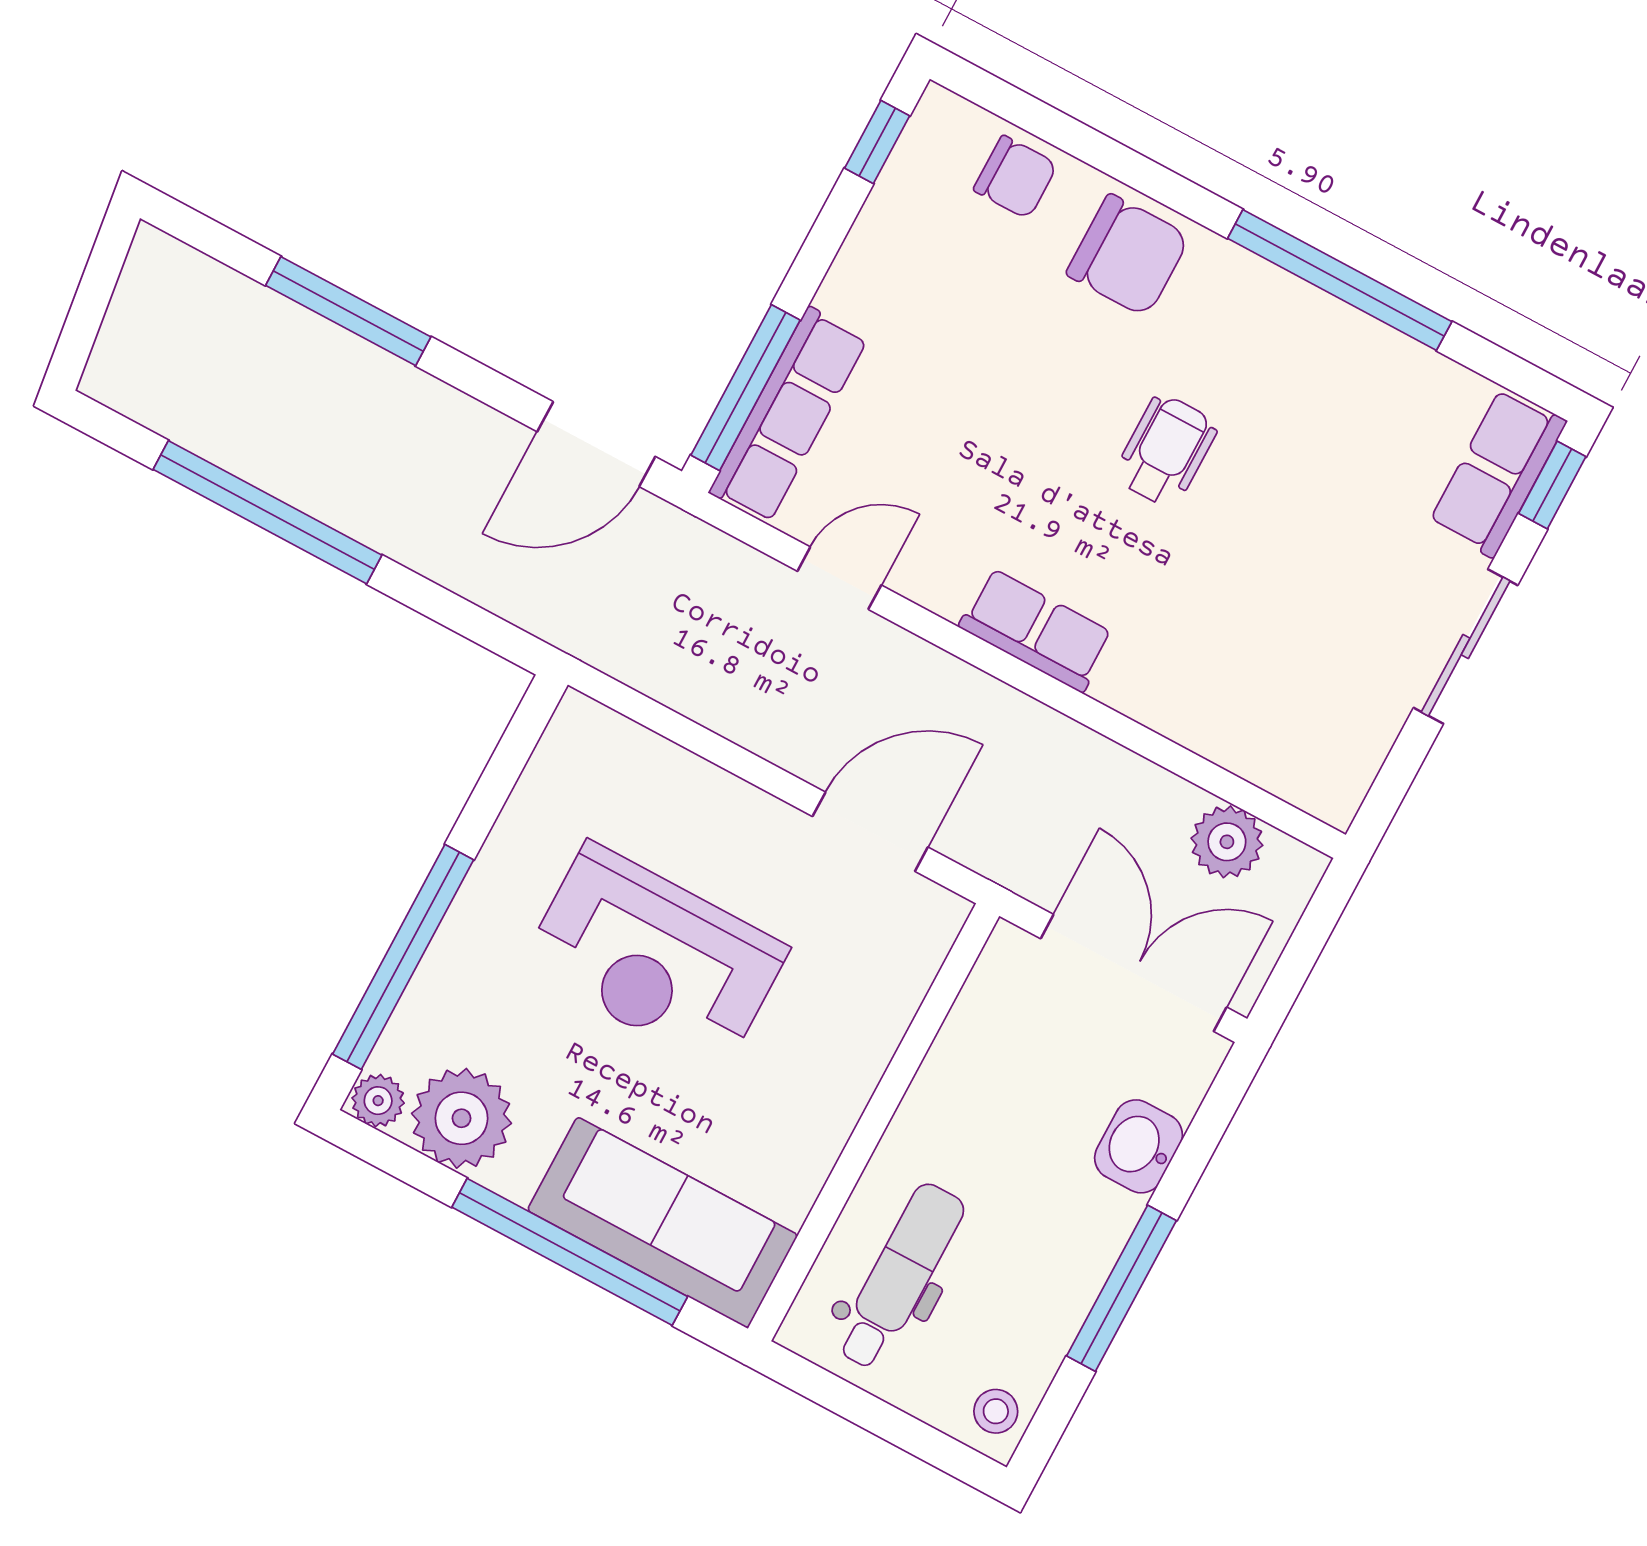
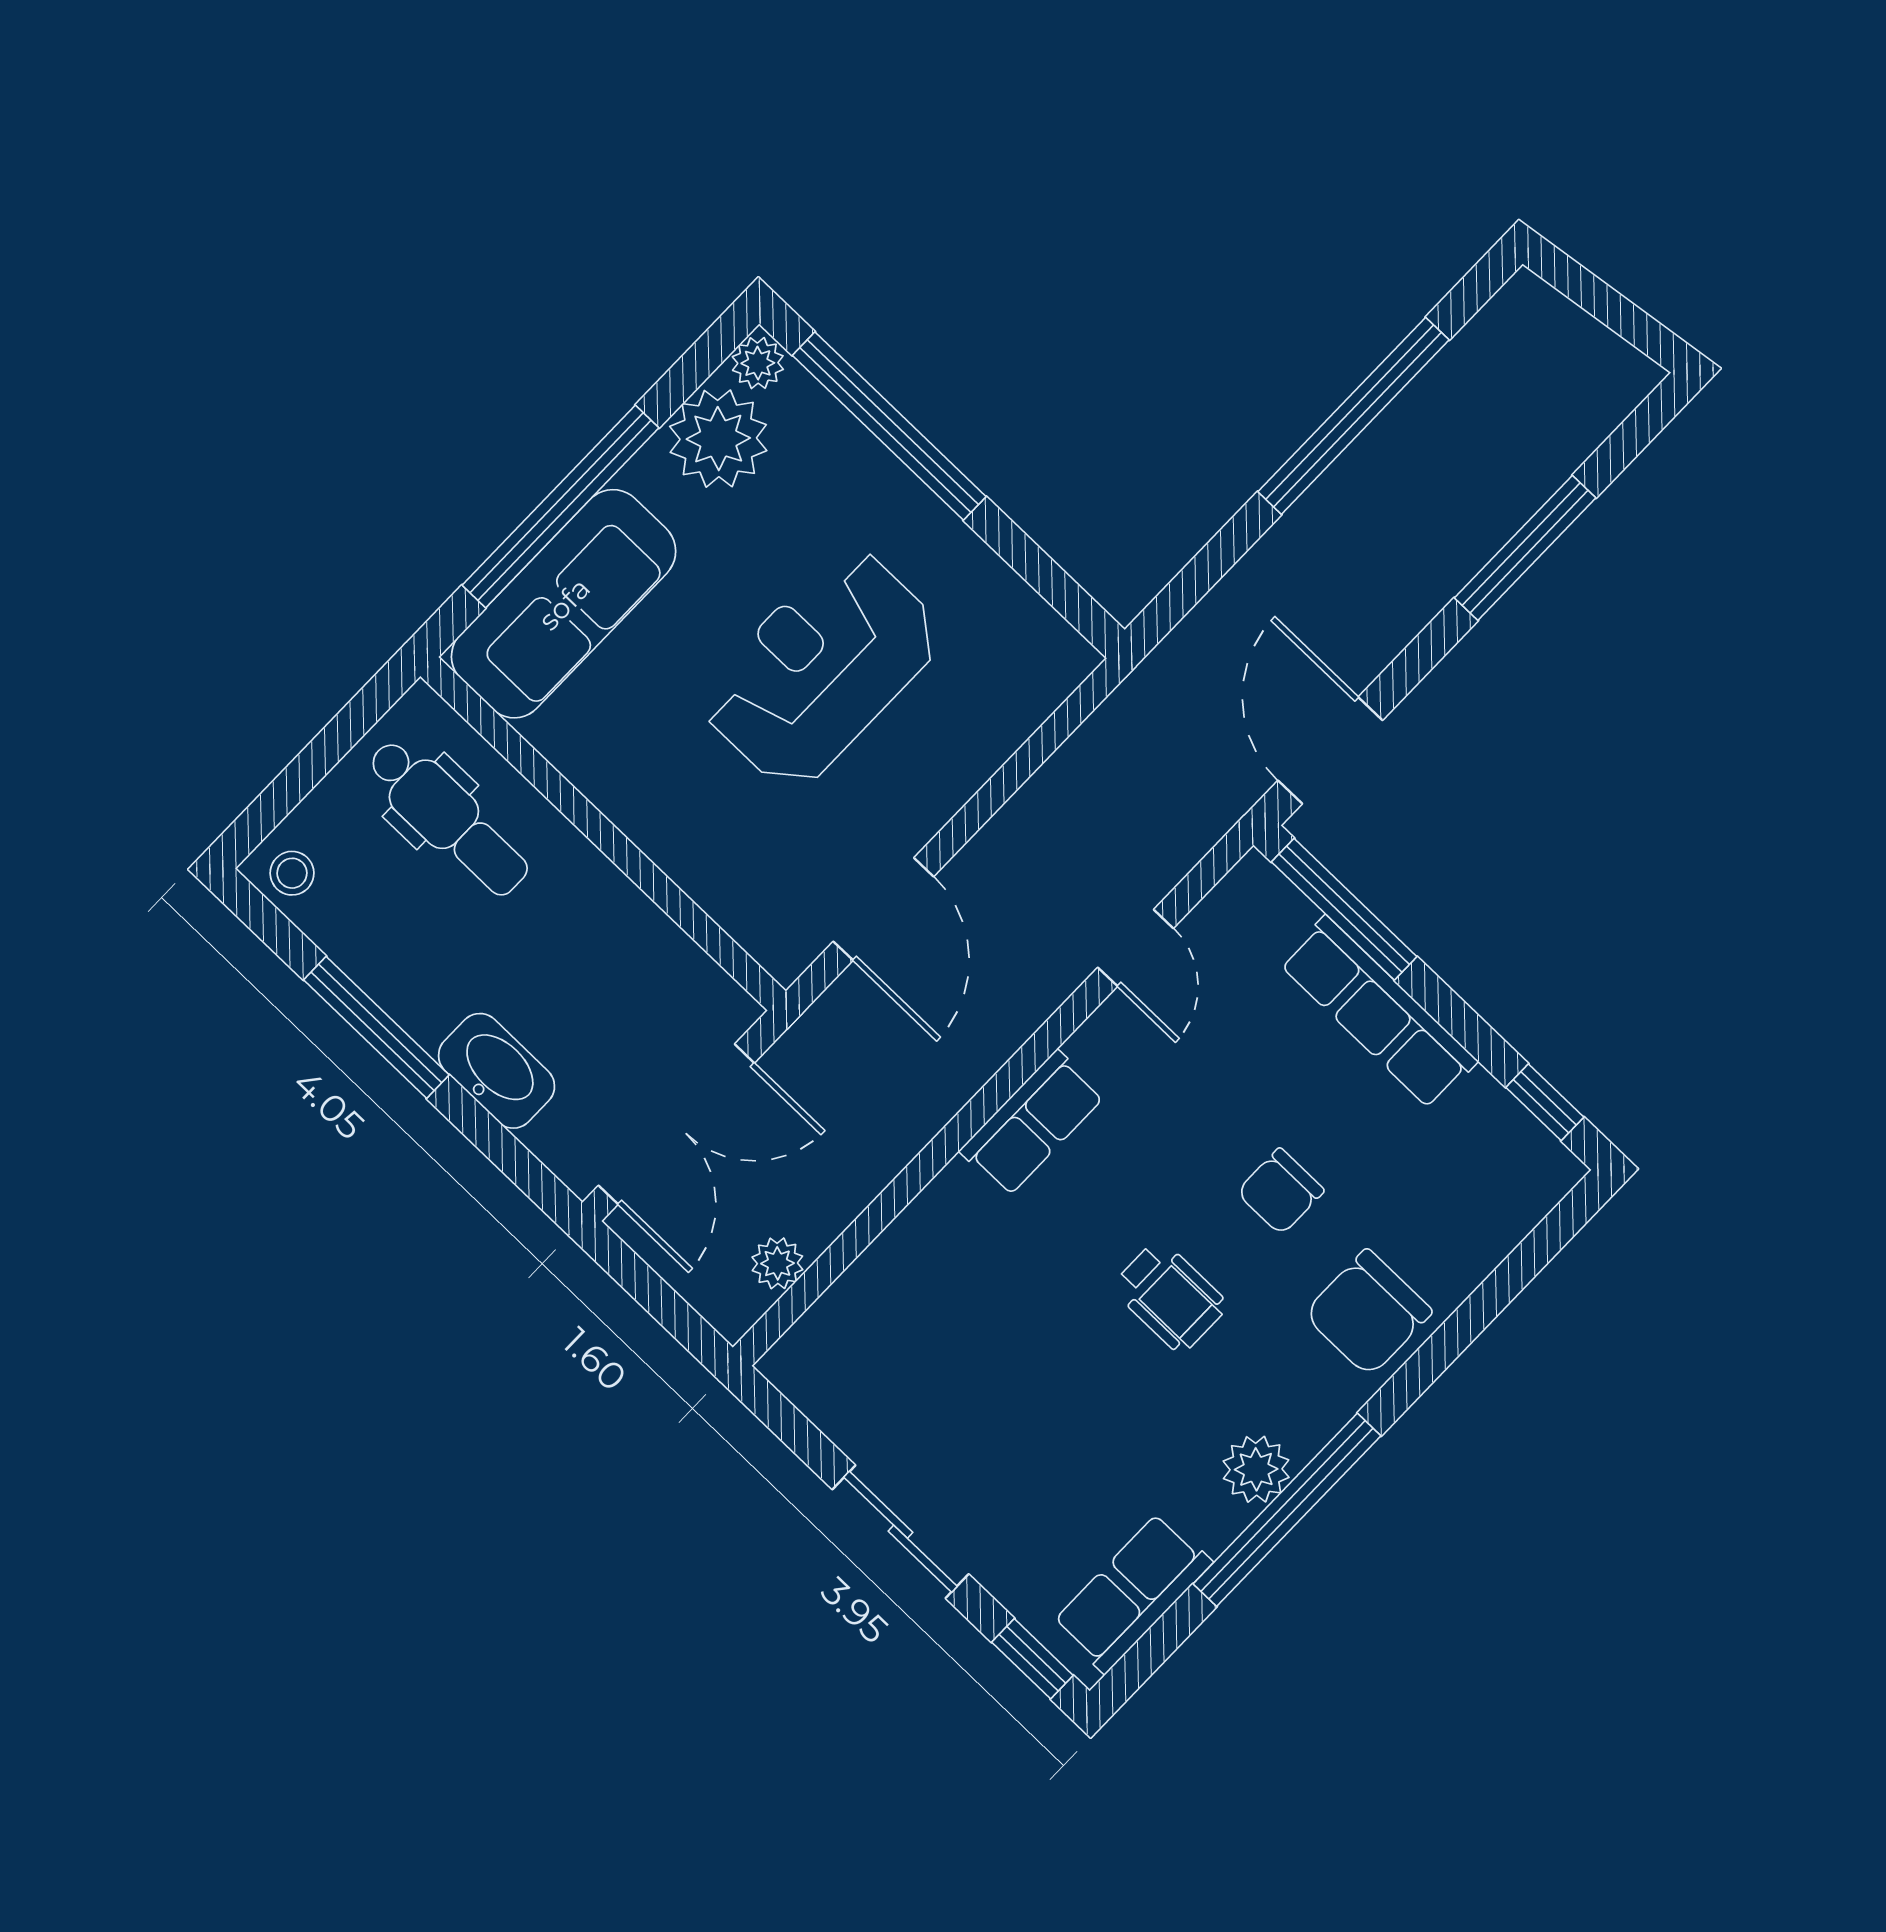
chair: (1015, 177) -> (1280, 1191), moved
plant: (1309, 321) -> (1256, 1469), added
row of seats: (788, 415) -> (1378, 1012), moved
row of seats: (1498, 473) -> (1132, 1593), moved, turned -90
plant: (1227, 842) -> (777, 1263), width x0.73, depth x0.73
washbasin: (1139, 1146) -> (497, 1071), width x1.38

